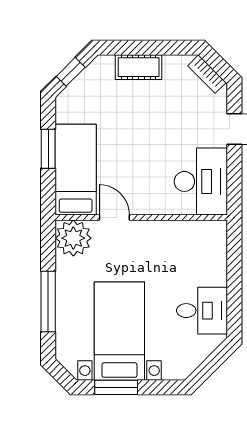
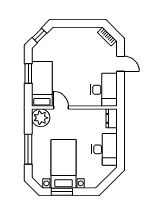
cot: (139, 67) -> (73, 33), removed
dresser: (216, 239) -> (112, 118), added
desk: (202, 311) -> (104, 149), width x1.37

